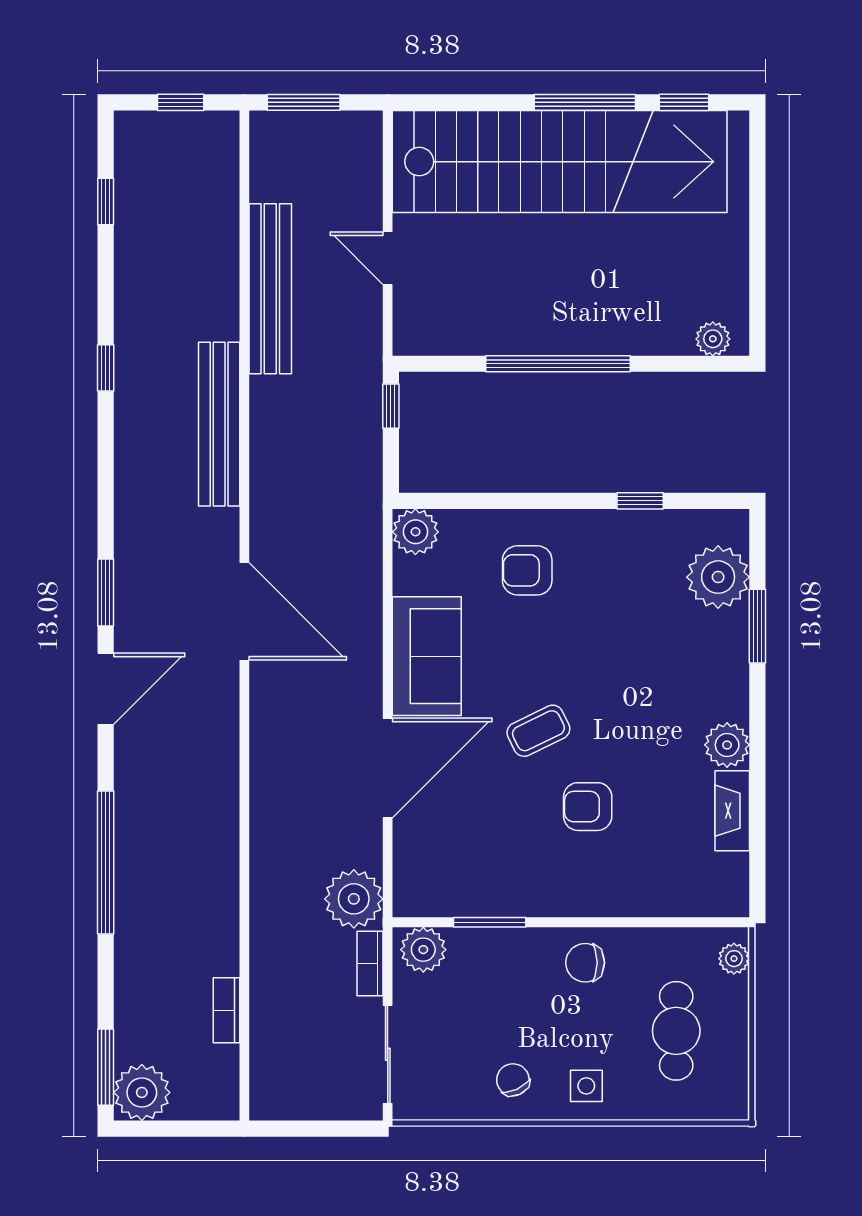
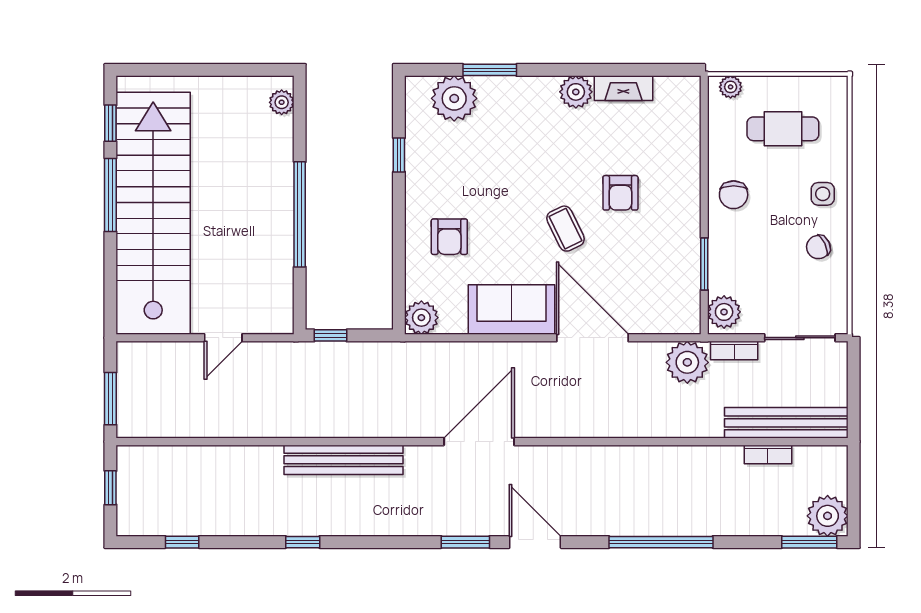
bench: (270, 289) -> (786, 423), moved

